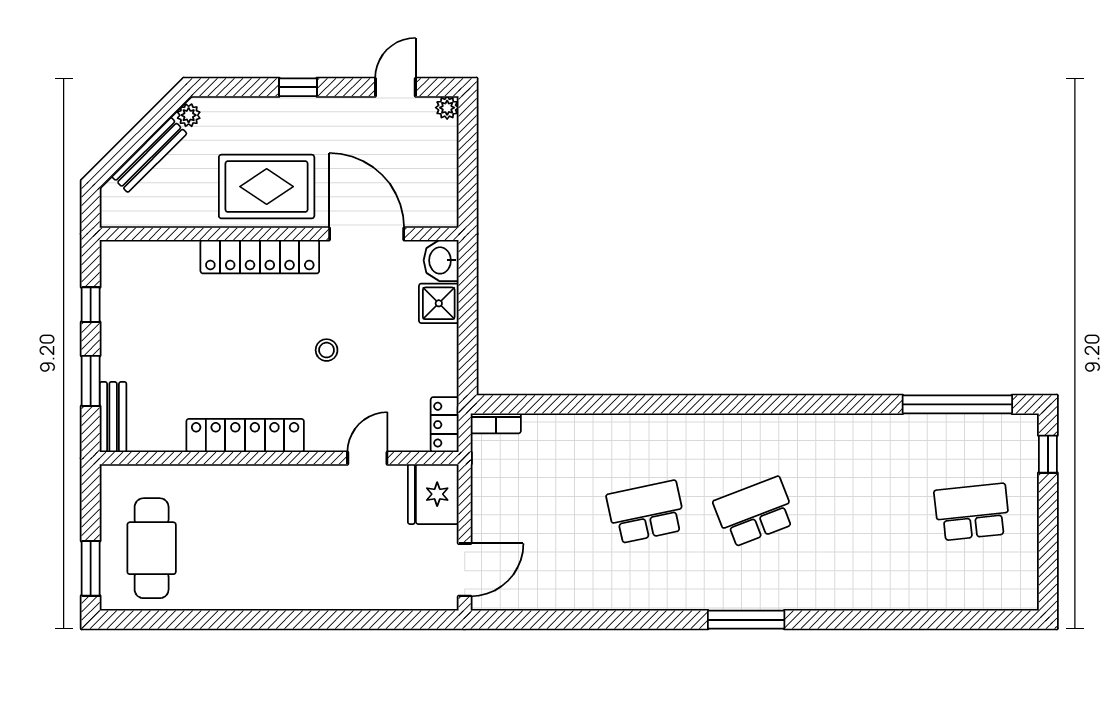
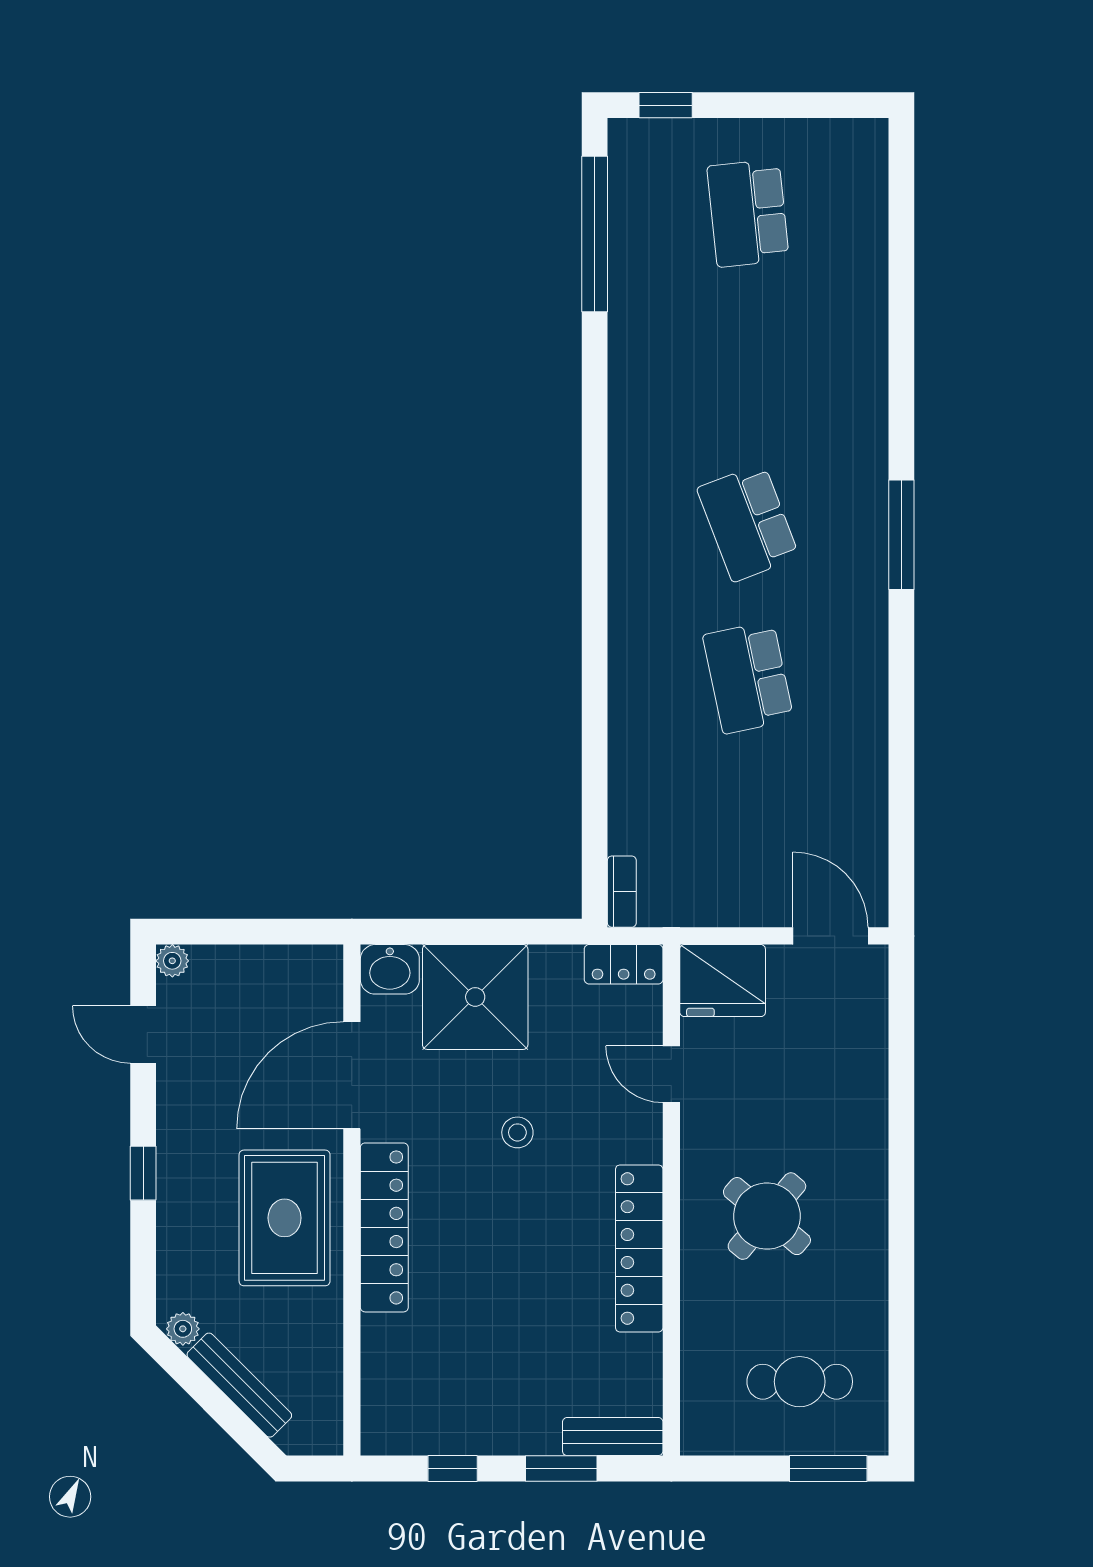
shower: (439, 303) -> (475, 997), width x1.86, depth x1.86
round table: (268, 525) -> (767, 1216), added
cafe table: (152, 548) -> (800, 1382), width x0.73, depth x0.74

